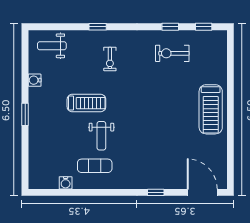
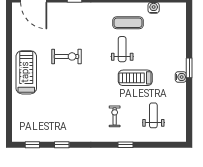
weight bench: (52, 46) -> (153, 115), moved, turned -90
exercise bike: (172, 53) -> (67, 56), moved
water cooler: (35, 80) -> (181, 77), moved

